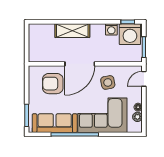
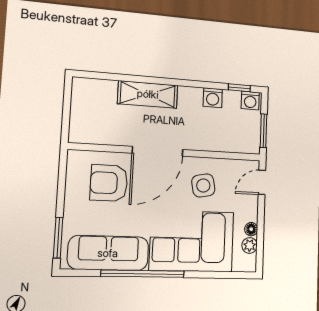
washing machine: (130, 34) -> (250, 100), width x0.53, depth x0.53

